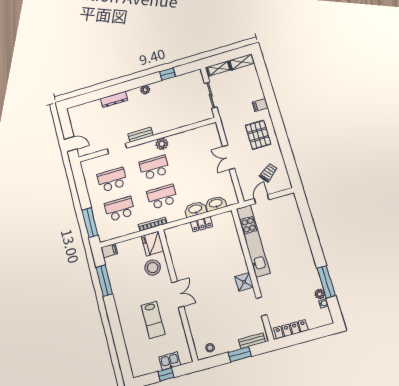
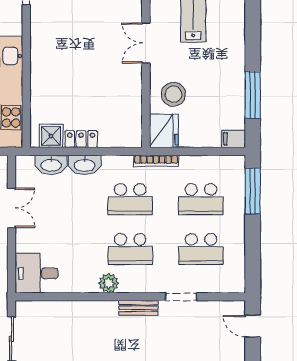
desk: (206, 137) -> (36, 273), added
double door: (229, 157) -> (11, 208), moved
shower: (244, 282) -> (51, 136), moved

